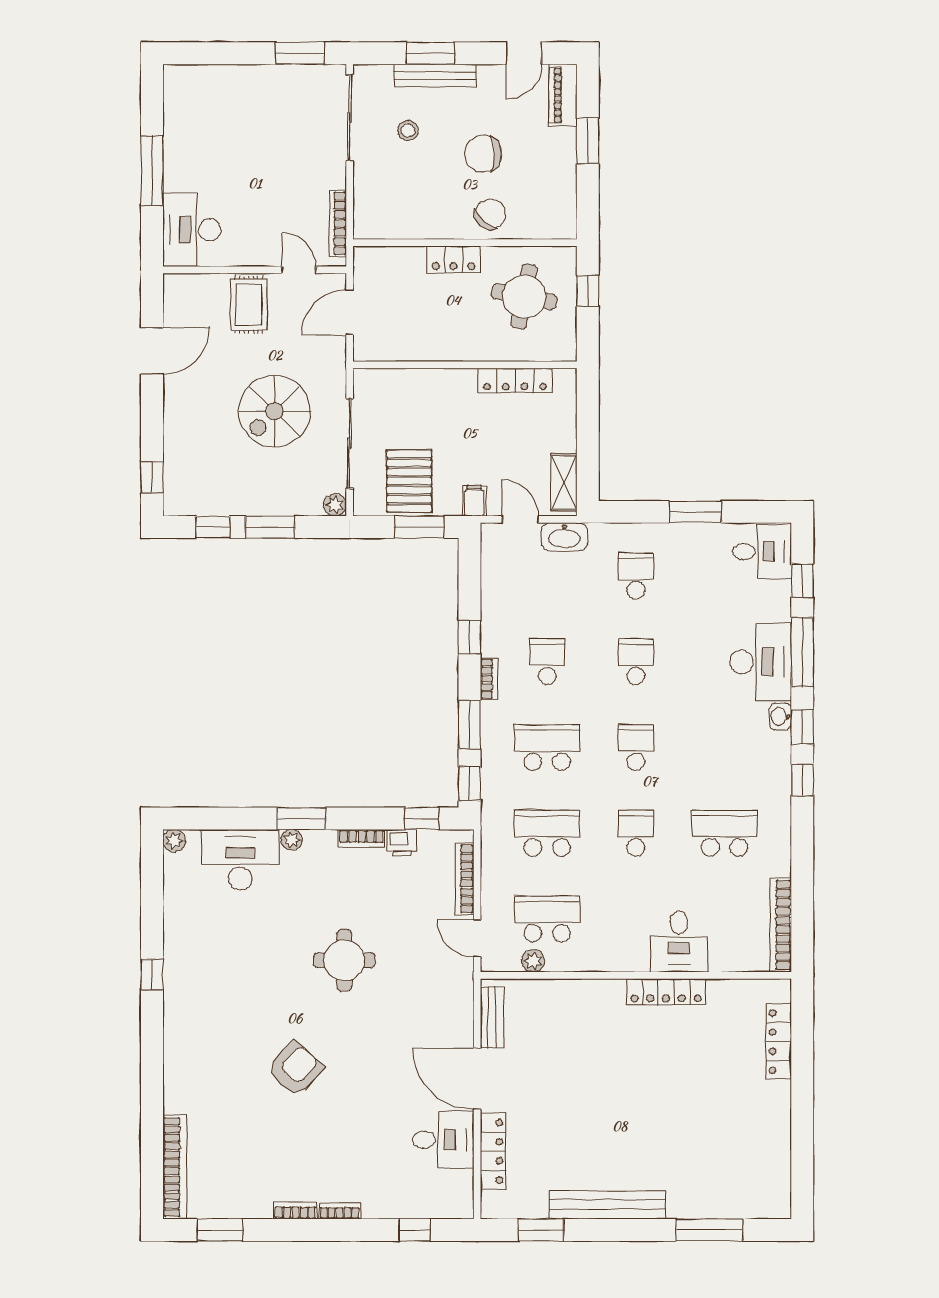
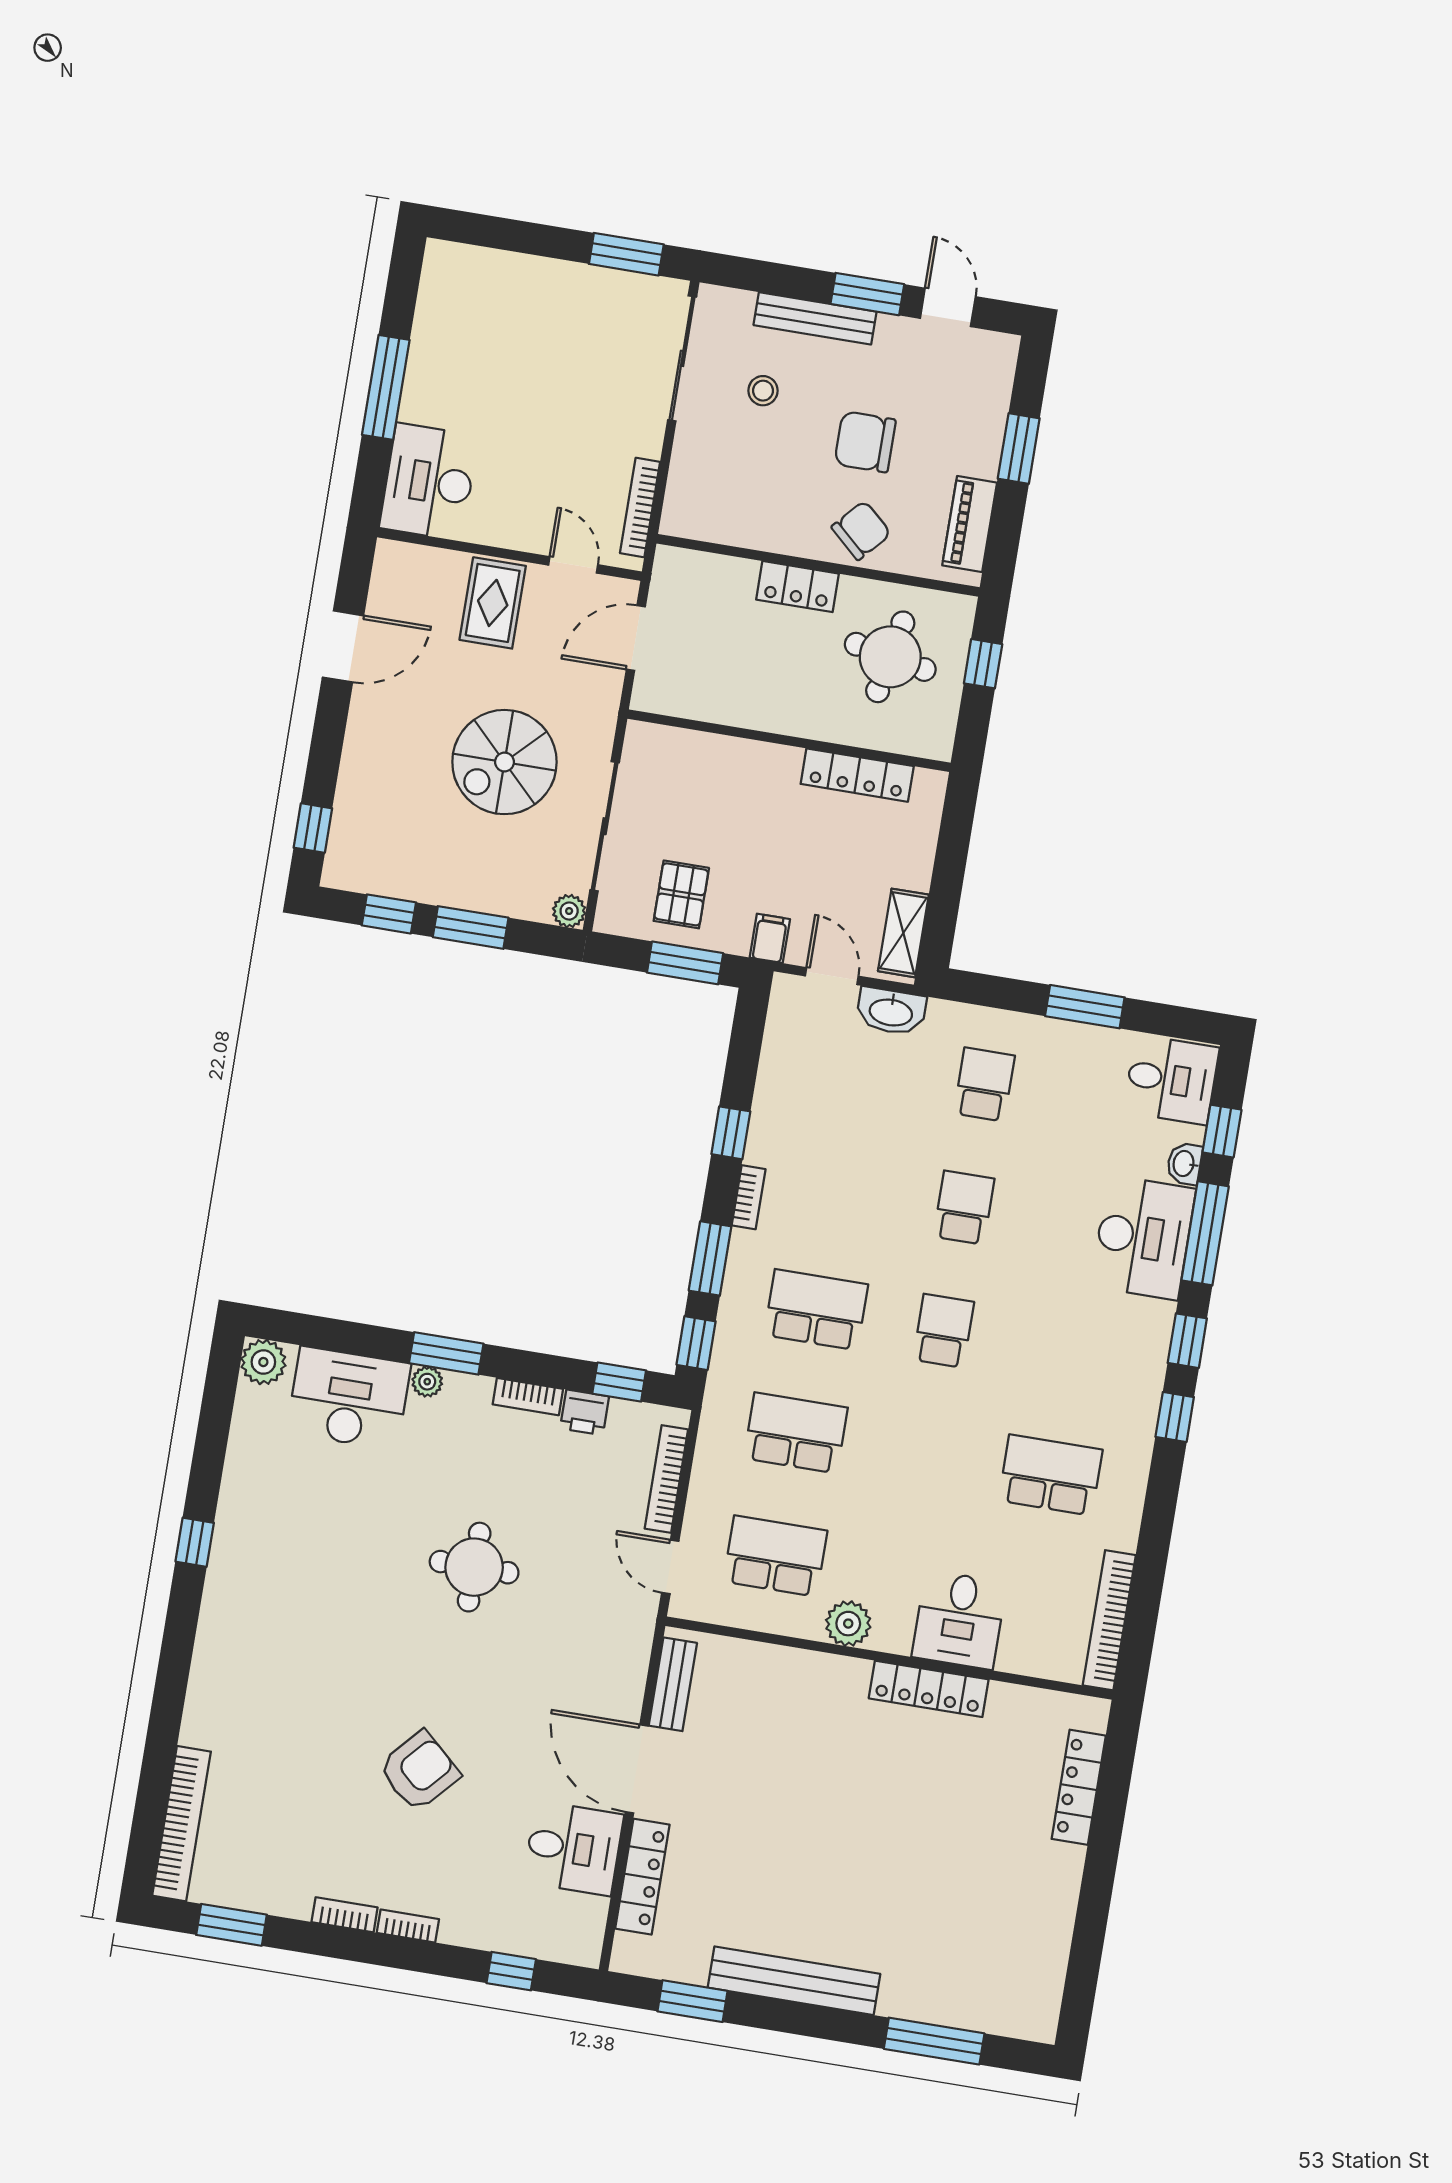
window: (430, 53) -> (867, 294), moved
door: (524, 53) -> (948, 307), swing flipped
piano: (563, 95) -> (970, 524), moved
pallet: (409, 481) -> (681, 894), width x0.67, depth x0.71
school desk: (547, 662) -> (836, 1187), removed
washbasin: (780, 716) -> (1184, 1164), moved
school desk: (636, 833) -> (923, 1454), removed
plant: (174, 841) -> (263, 1362), width x1.38, depth x1.38
plant: (533, 961) -> (848, 1624), moved, width x1.38, depth x1.38
armchair: (295, 1069) -> (419, 1771), moved

